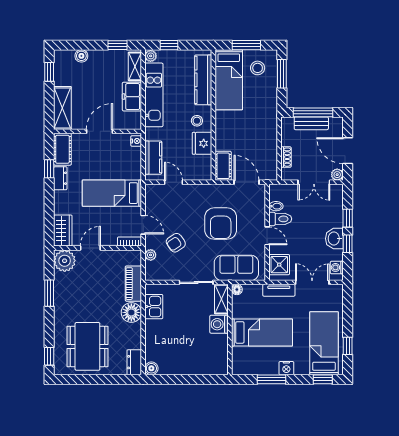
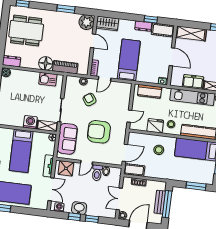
stool: (258, 68) -> (159, 150), moved
cot: (223, 166) -> (134, 170), moved
door: (174, 182) -> (129, 116), moved

